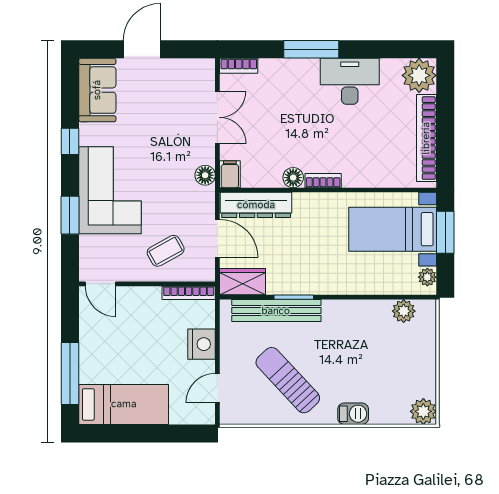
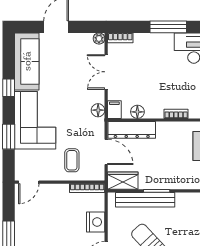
plant: (207, 67) -> (99, 39), added
sofa: (97, 90) -> (27, 61), width x1.36
double door: (217, 117) -> (106, 72), swing flipped
floor lamp: (293, 178) -> (137, 112), moved
coffee table: (166, 251) -> (72, 160), turned -61
door: (100, 284) -> (29, 182), hinge flipped

